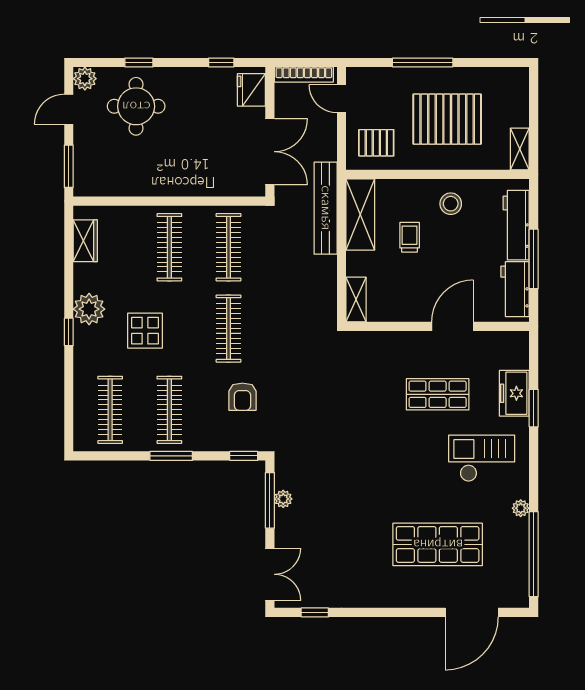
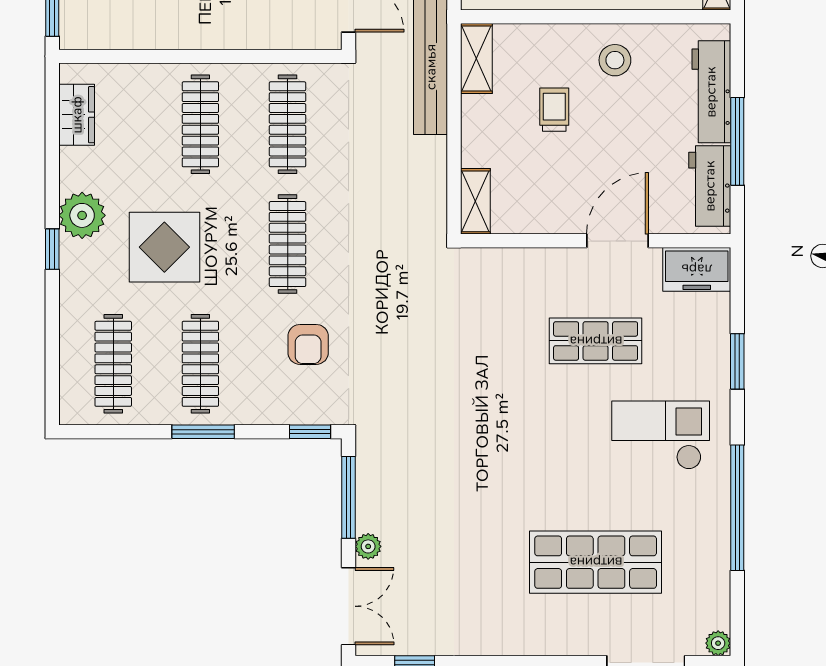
shelving: (360, 214) -> (476, 58), width x0.67, depth x0.75
display table: (145, 331) -> (164, 247), width x1.36, depth x1.36
freezer: (514, 393) -> (697, 269), moved, turned -90
plant: (283, 499) -> (368, 546), moved
plant: (521, 508) -> (718, 643), moved
window: (534, 554) -> (737, 508), moved

